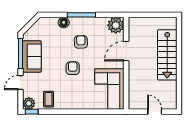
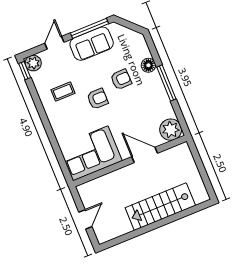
armchair: (81, 42) -> (121, 79), moved
door: (21, 83) -> (54, 43), hinge flipped
coffee table: (49, 99) -> (63, 92), moved

